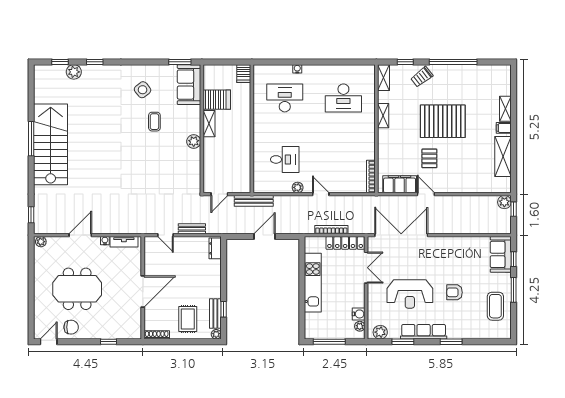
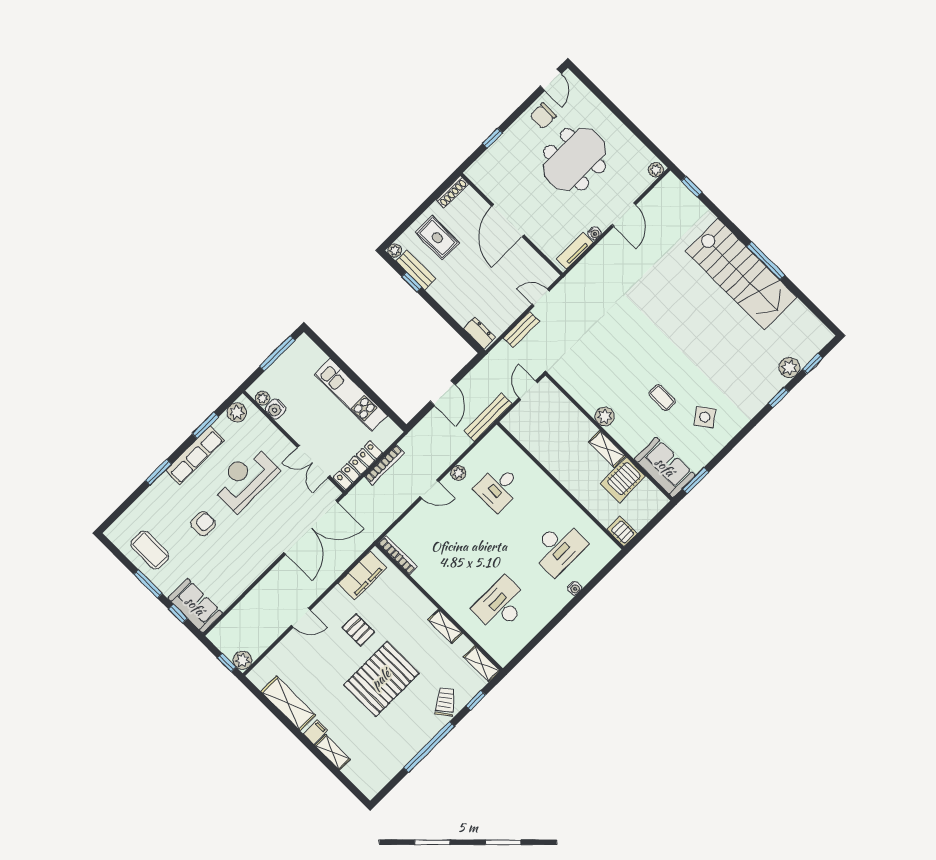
door: (426, 194) -> (301, 618), moved

